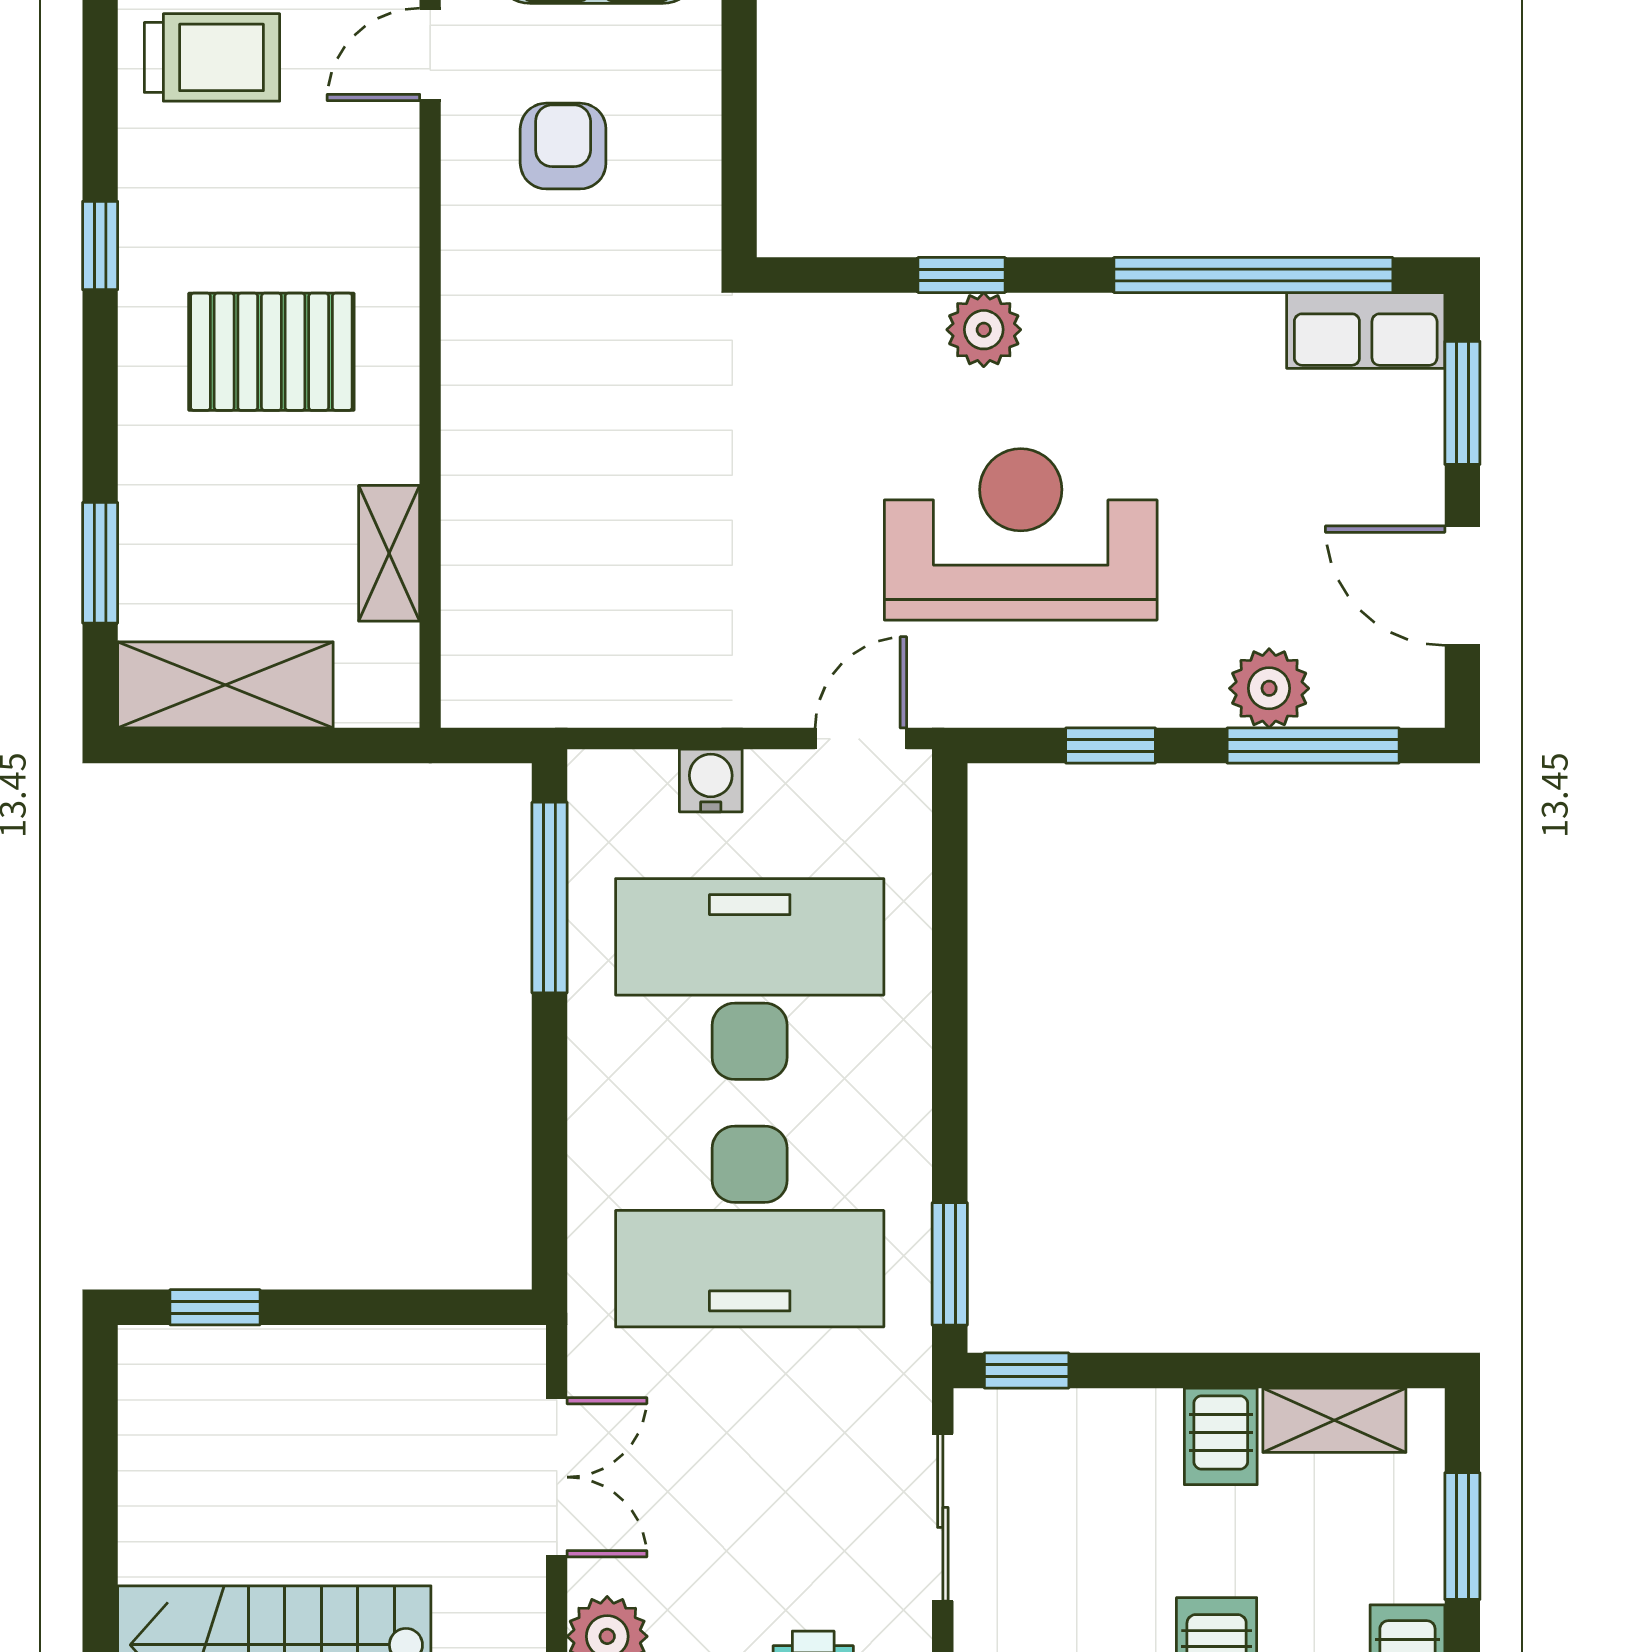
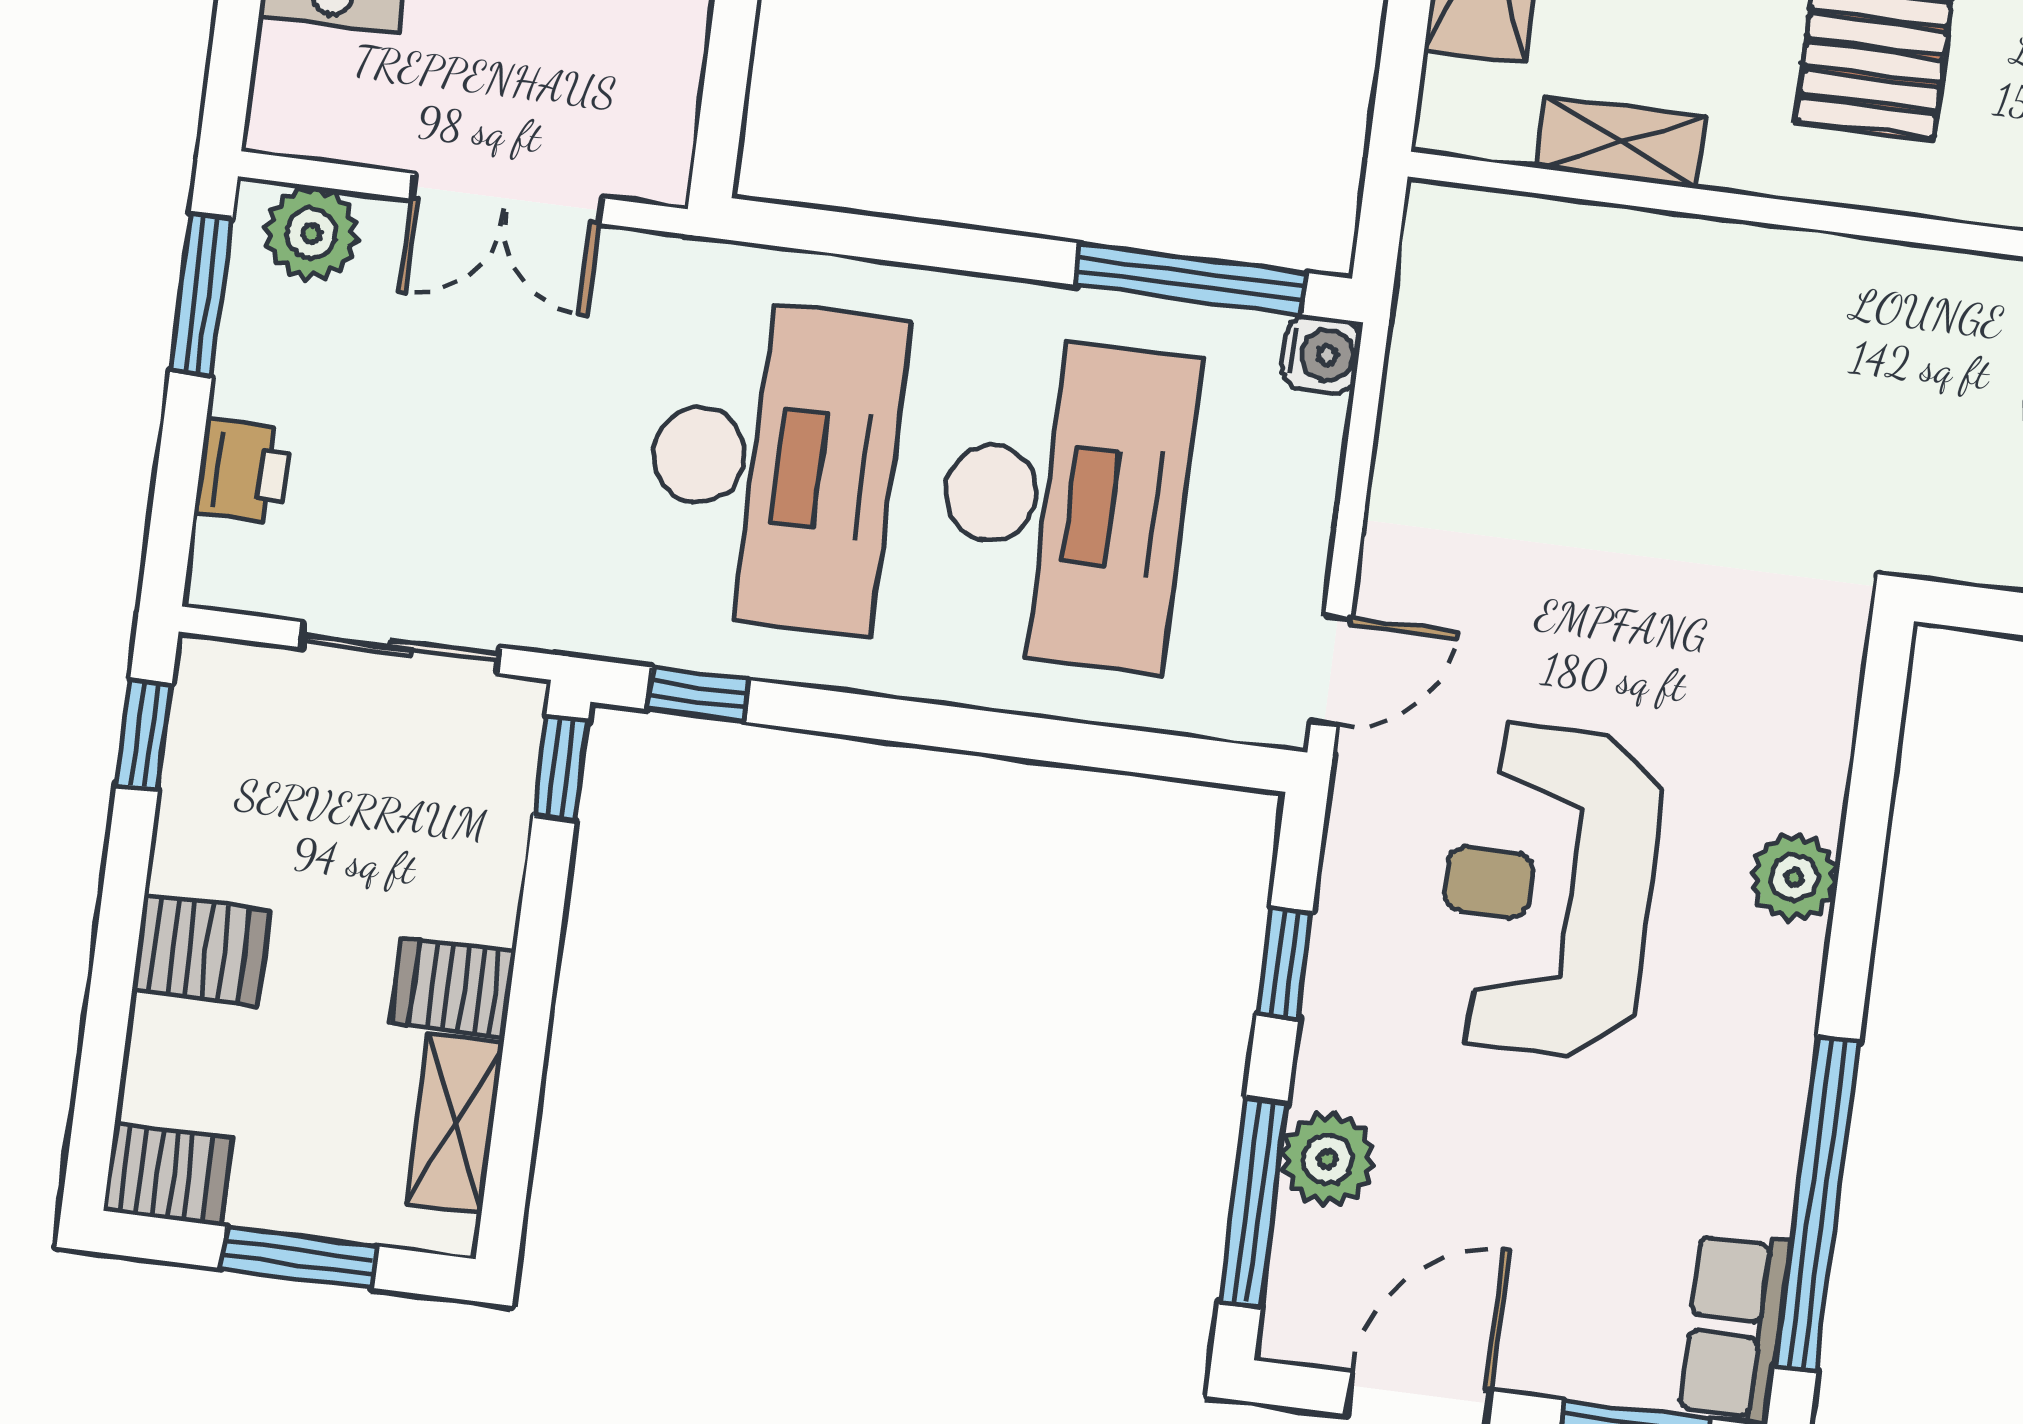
window: (961, 275) -> (1862, 860), removed
reception desk: (1021, 534) -> (1547, 890), turned 180
door: (861, 739) -> (1331, 670), hinge flipped
water cooler: (711, 780) -> (1322, 355), moved
desk: (750, 1227) -> (773, 464), turned 180
window: (950, 1264) -> (698, 695), width x0.67

